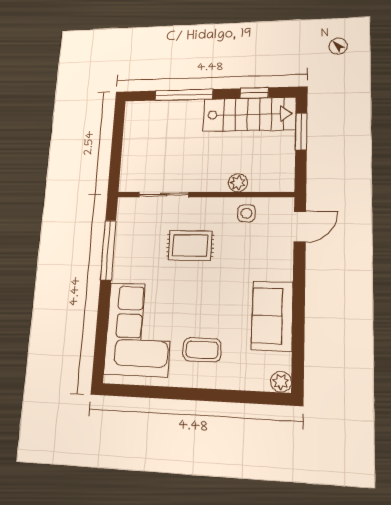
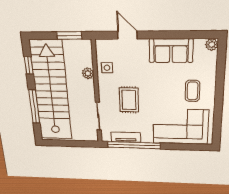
stairs: (249, 114) -> (51, 91), width x1.86, depth x1.51
window: (301, 132) -> (69, 36), moved
door: (300, 226) -> (127, 35), moved
tv unit: (124, 237) -> (126, 137), added
window: (108, 250) -> (134, 145), width x1.46

